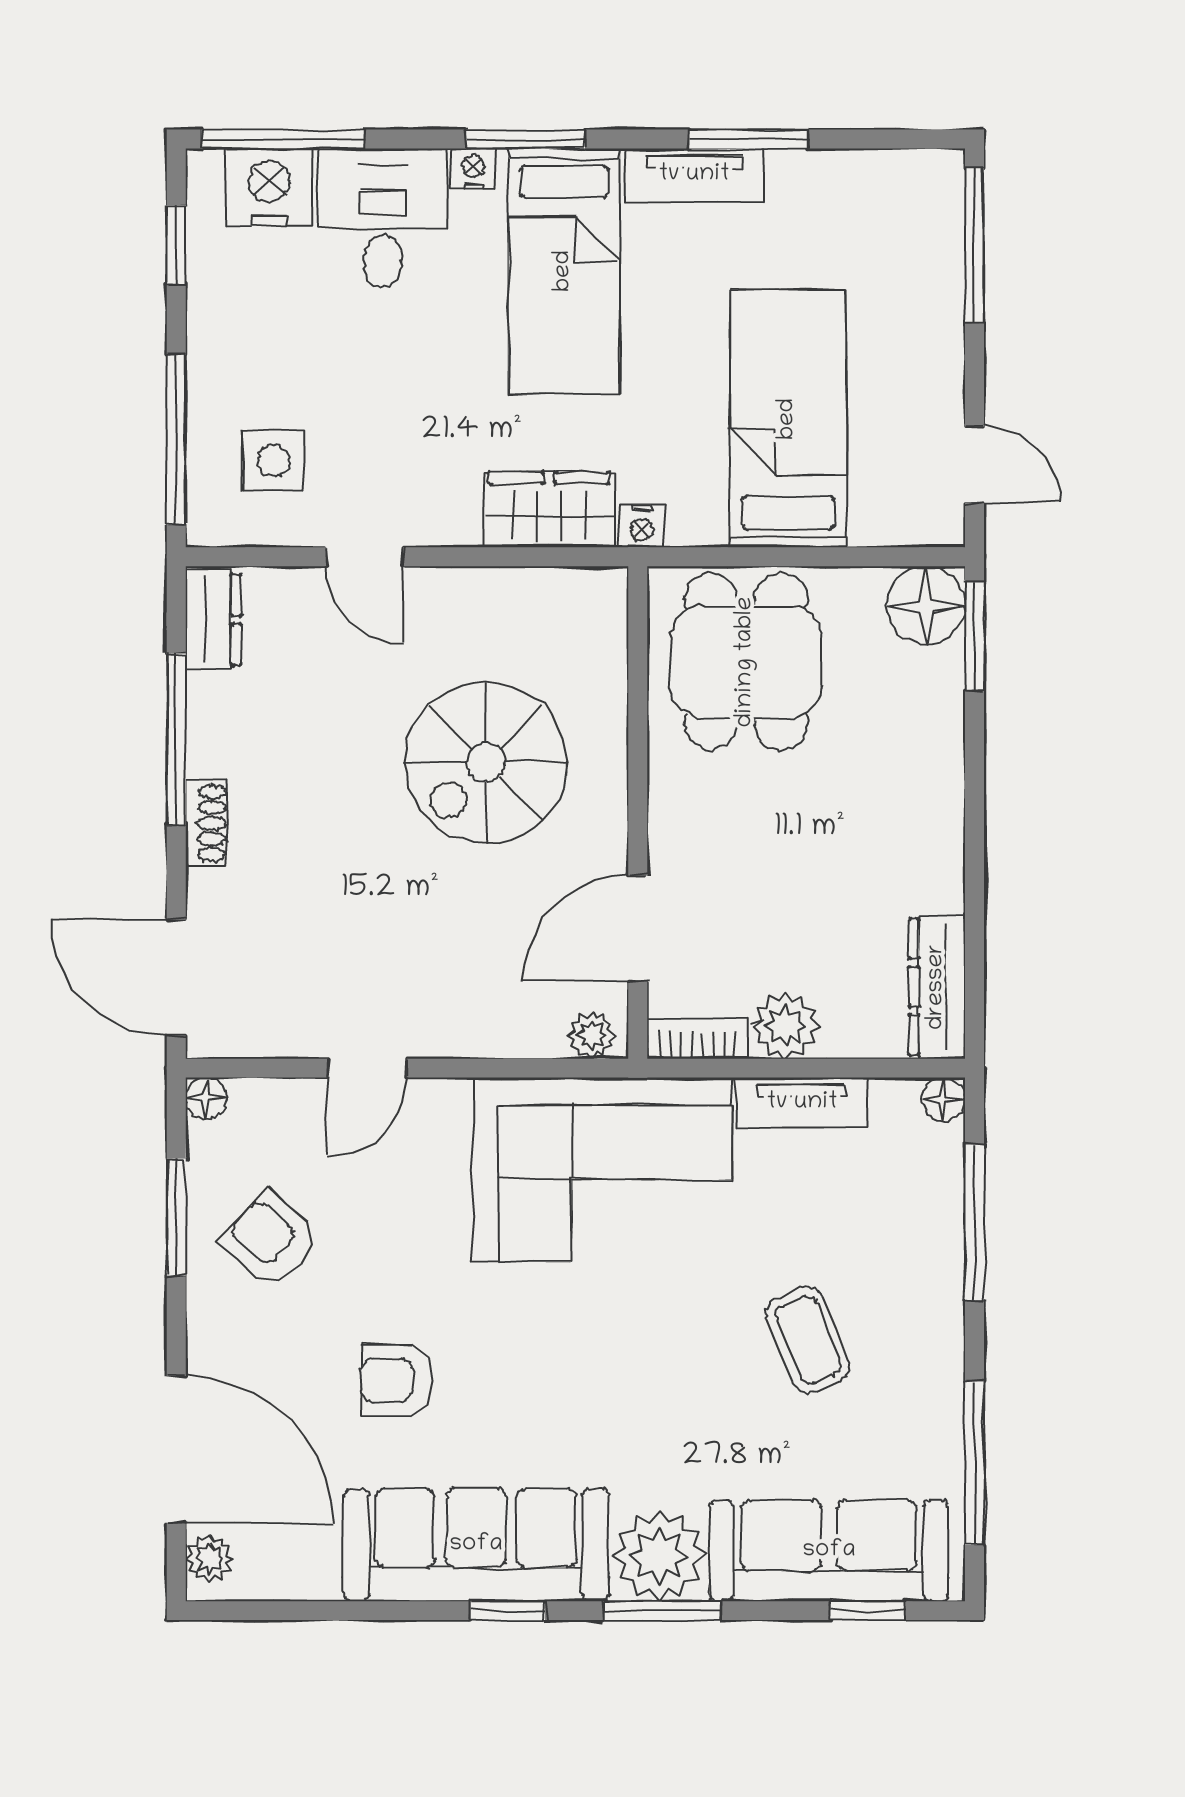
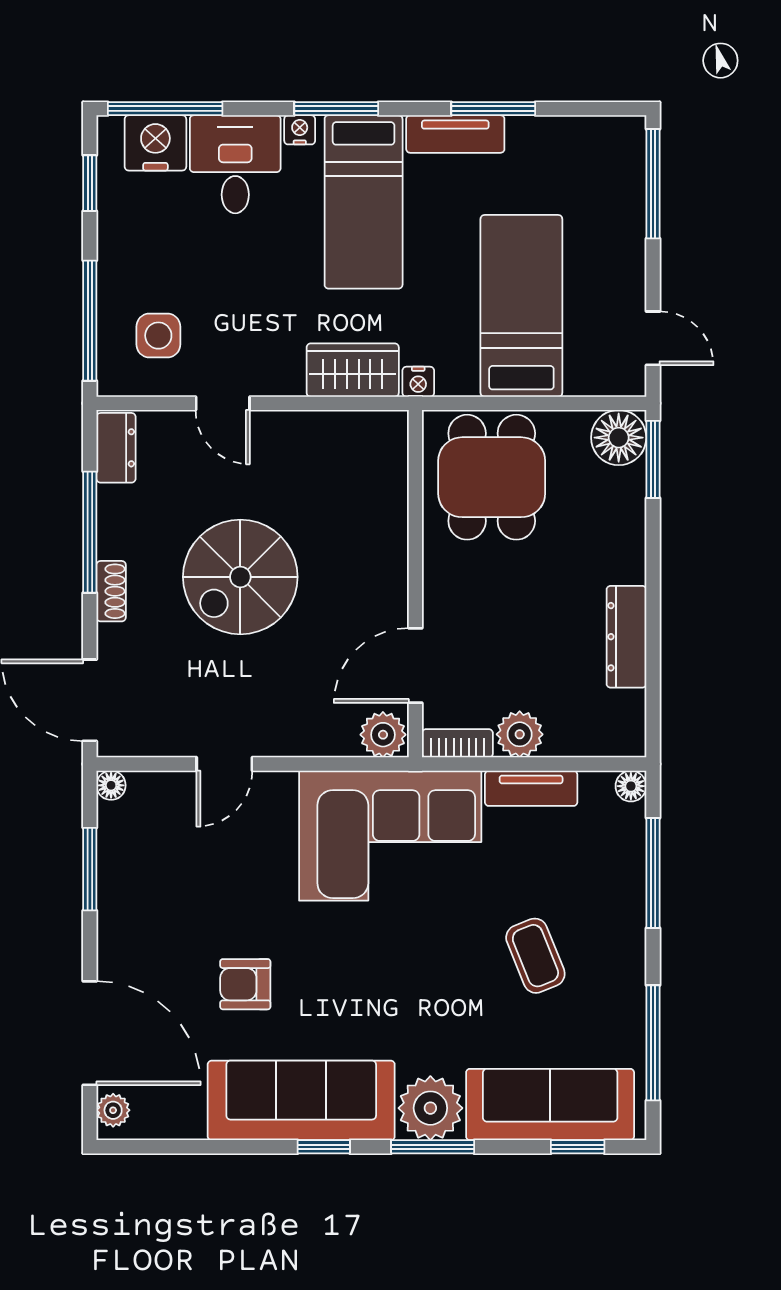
spiral stairs: (486, 762) -> (240, 577), moved
dresser: (937, 987) -> (626, 637), moved
plant: (592, 1035) -> (383, 735), width x1.38, depth x1.38
armchair: (271, 1240) -> (156, 885), removed

